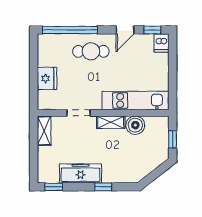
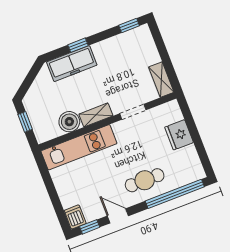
door: (125, 30) -> (118, 216), hinge flipped
freezer: (81, 173) -> (72, 64), moved

